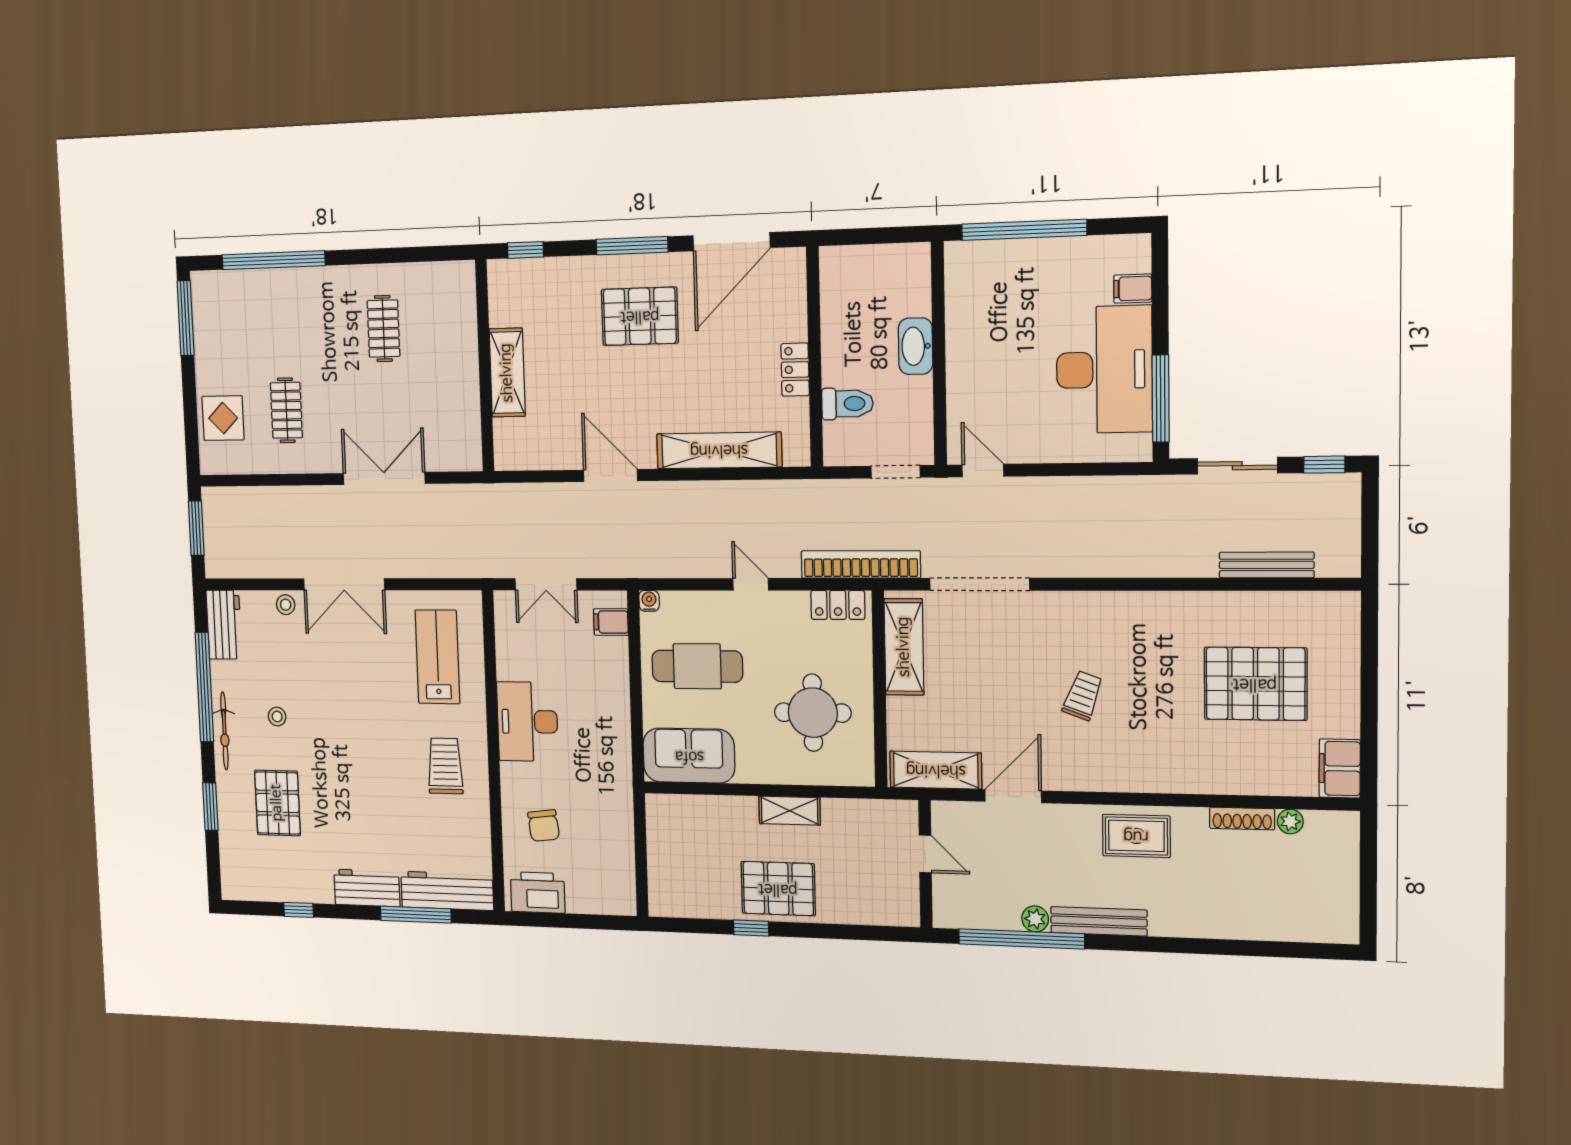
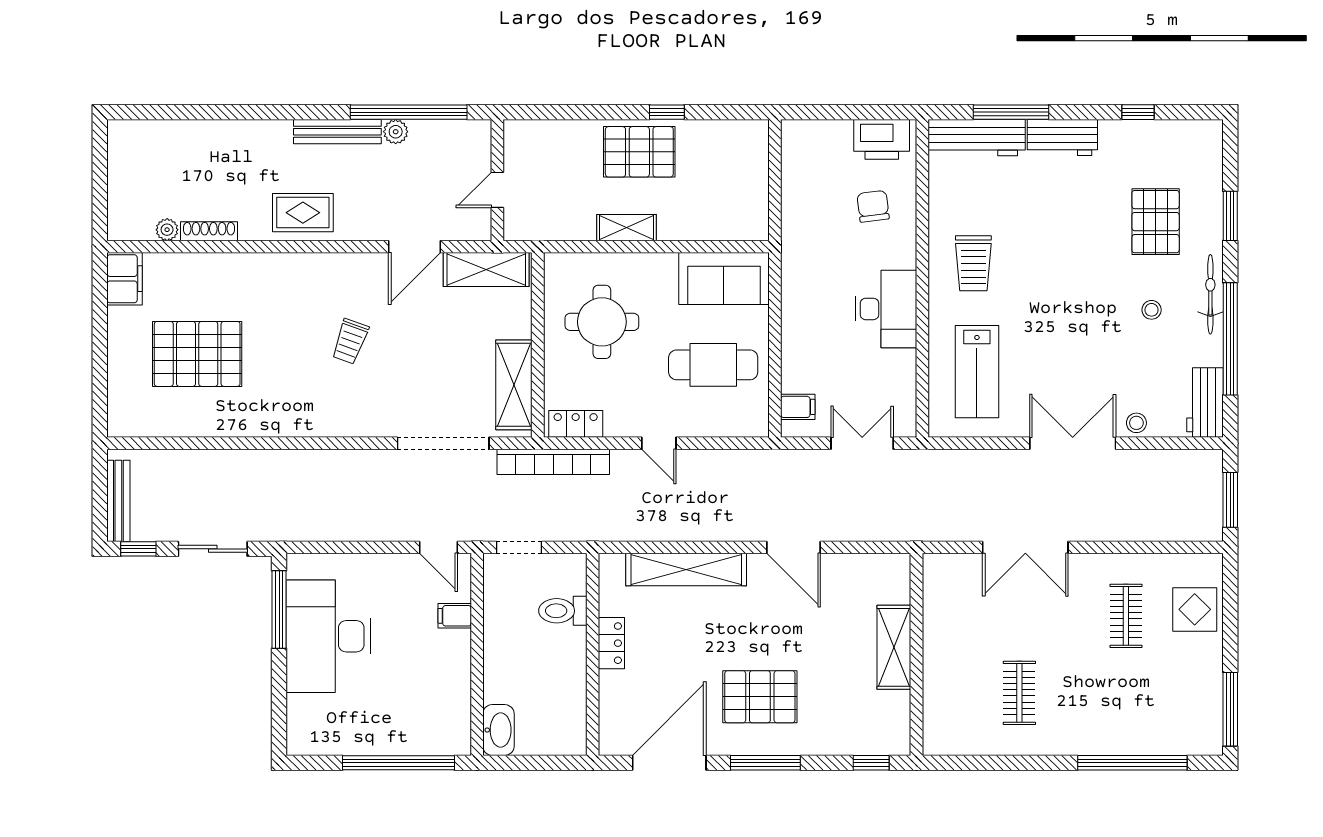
filing cabinet: (1133, 289) -> (455, 616), moved, turned 180
washbasin: (916, 346) -> (498, 730), moved
bench: (1267, 565) -> (118, 501), moved, turned 90
water cooler: (649, 601) -> (759, 427), removed
door: (925, 854) -> (497, 190), hinge flipped

